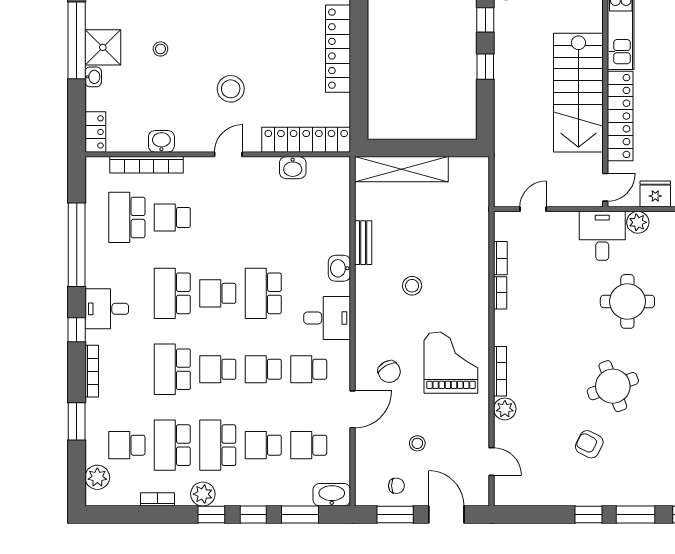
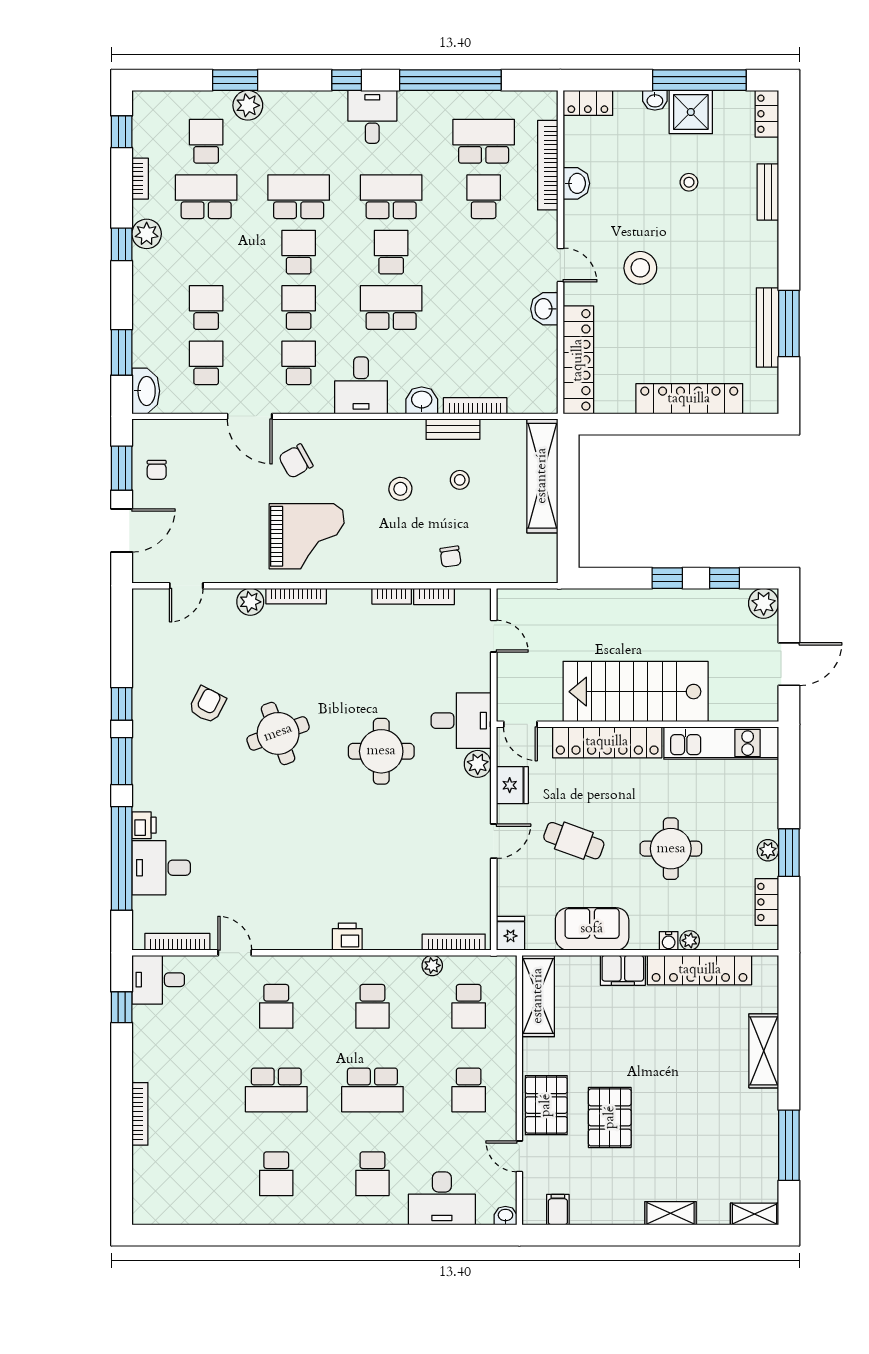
washbasin: (293, 168) -> (544, 309), moved
chair: (468, 245) -> (450, 557), added
bookcase: (92, 371) -> (475, 406), moved, turned 180
stool: (417, 443) -> (460, 480), moved
school desk: (218, 445) -> (206, 252), removed
plant: (97, 477) -> (248, 105), moved
window: (253, 515) -> (122, 132), moved

